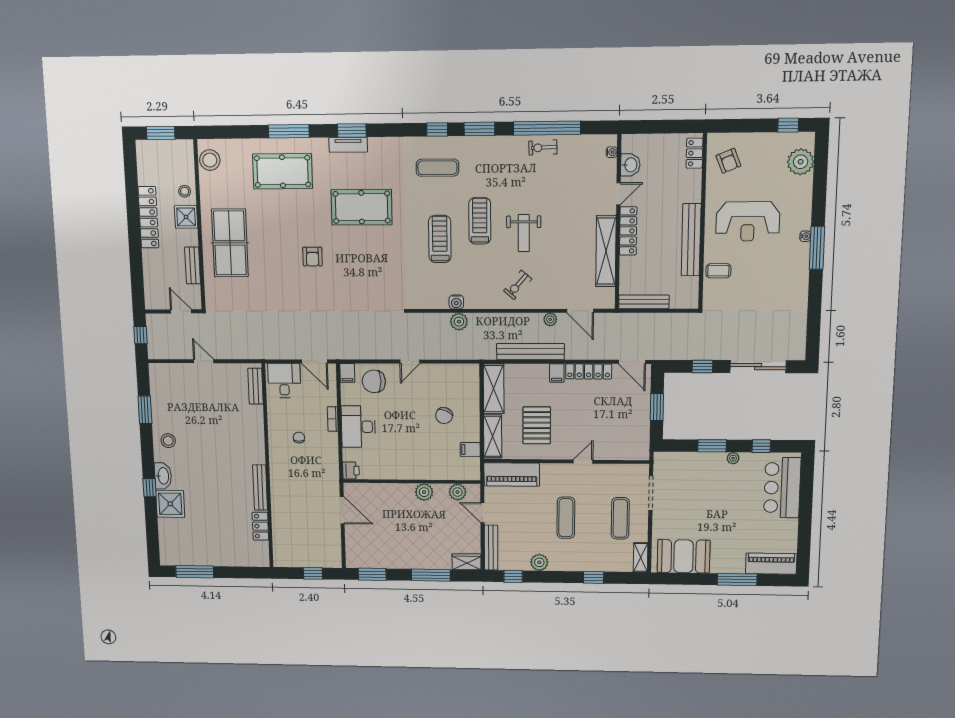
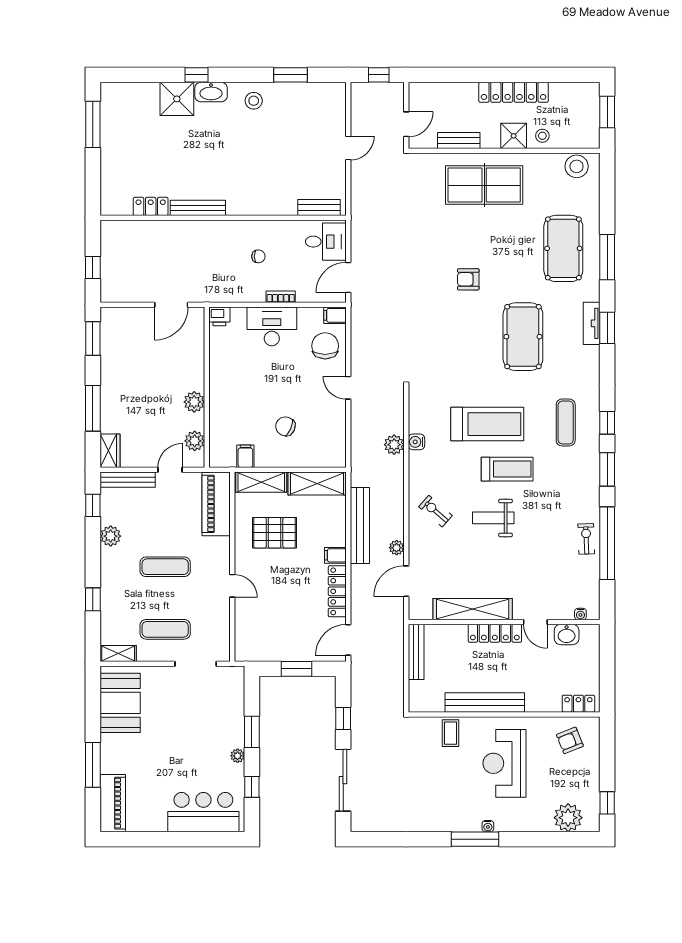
treadmill: (440, 239) -> (487, 424), width x1.37, depth x1.38

